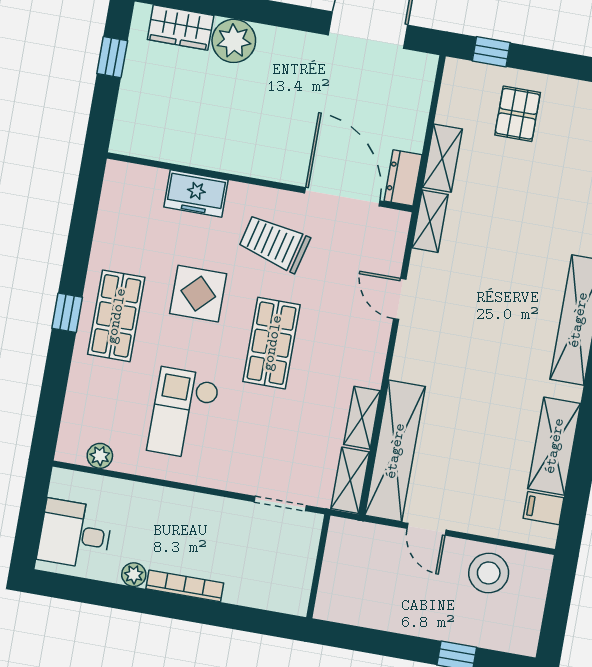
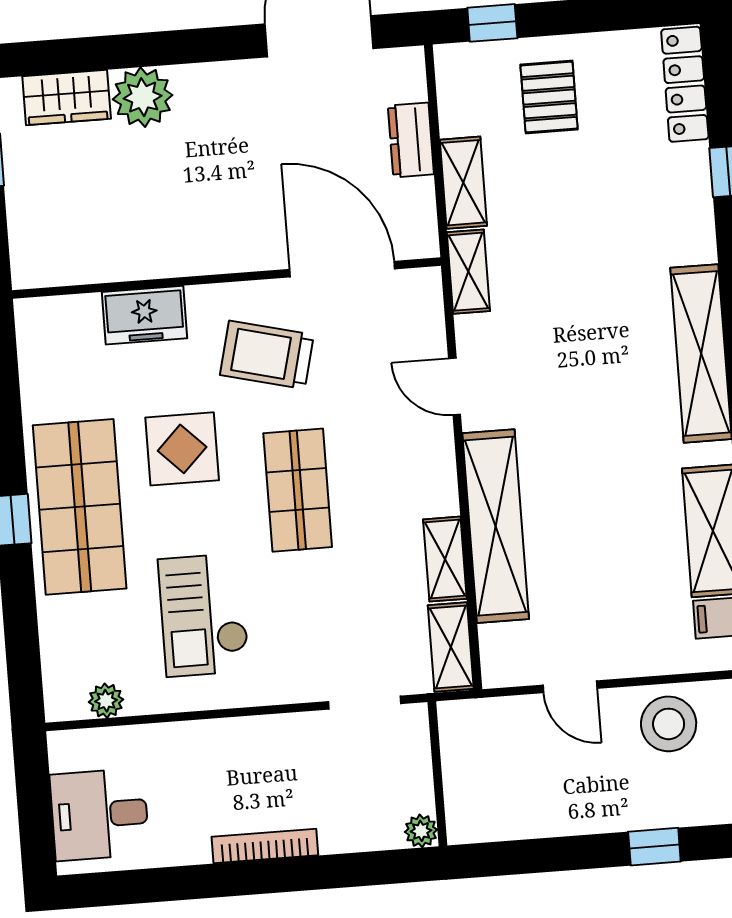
dresser: (403, 178) -> (411, 140), moved
shop shelf: (116, 316) -> (80, 507), width x1.43, depth x1.36
shelving: (395, 451) -> (496, 526), moved
plant: (134, 575) -> (421, 831), moved

